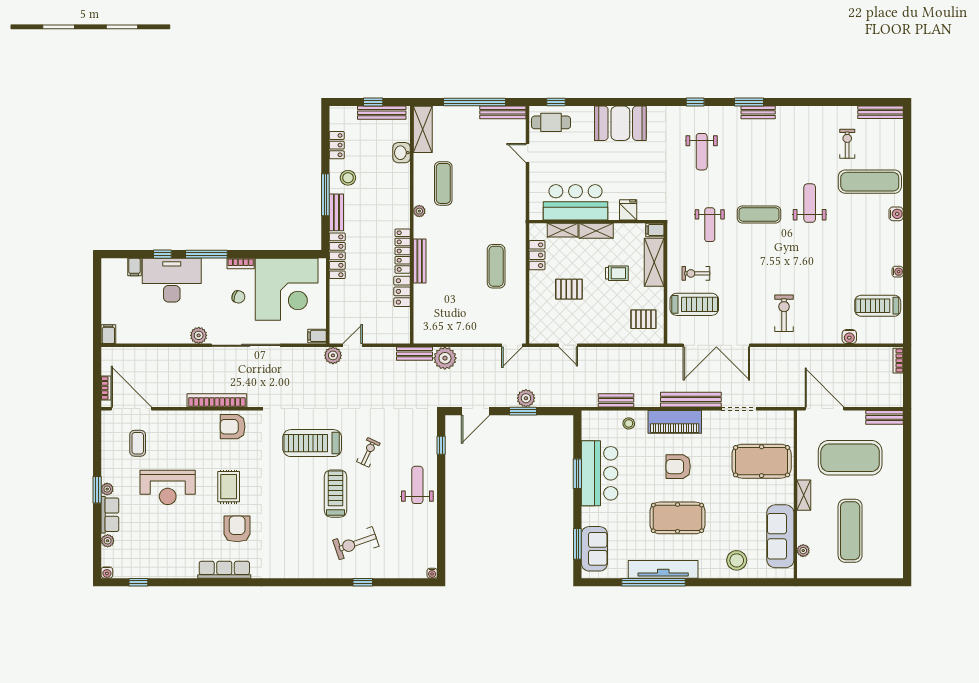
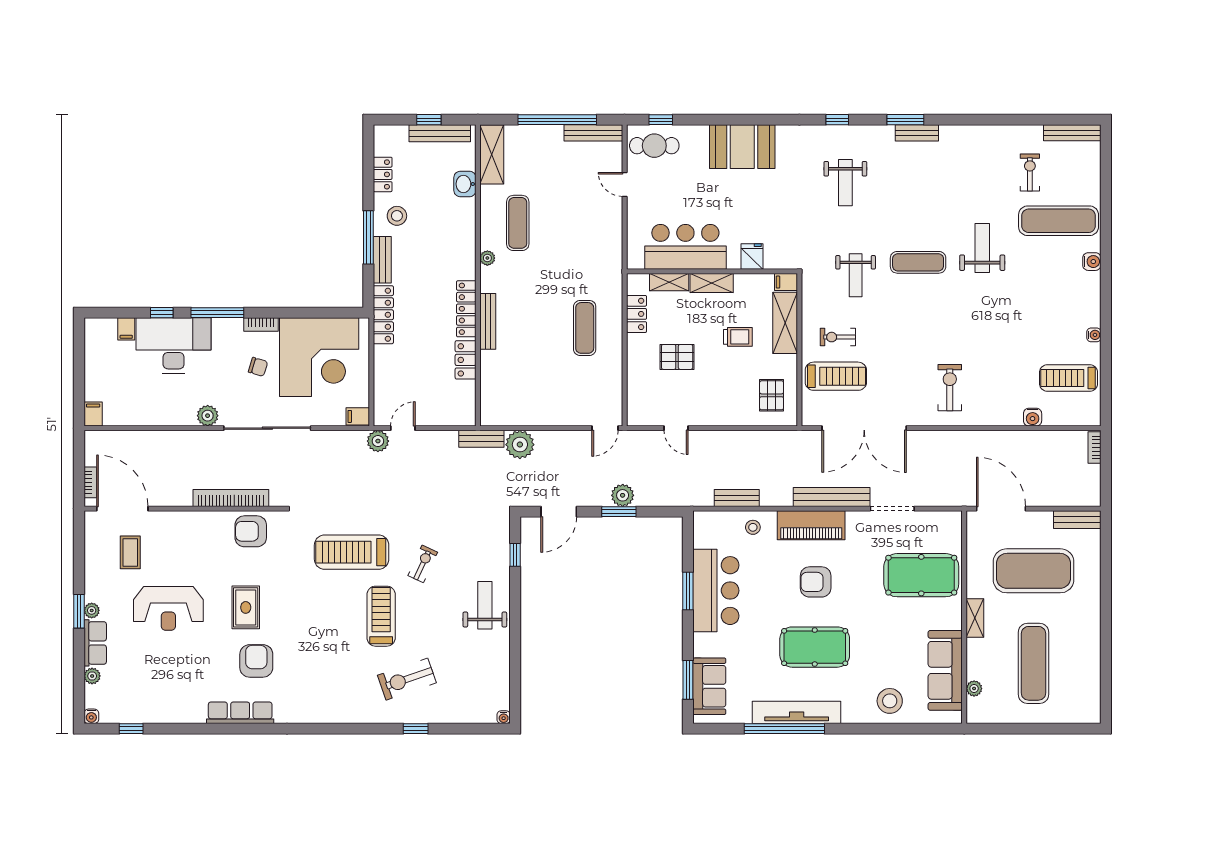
pallet: (643, 319) -> (772, 395), turned 90

